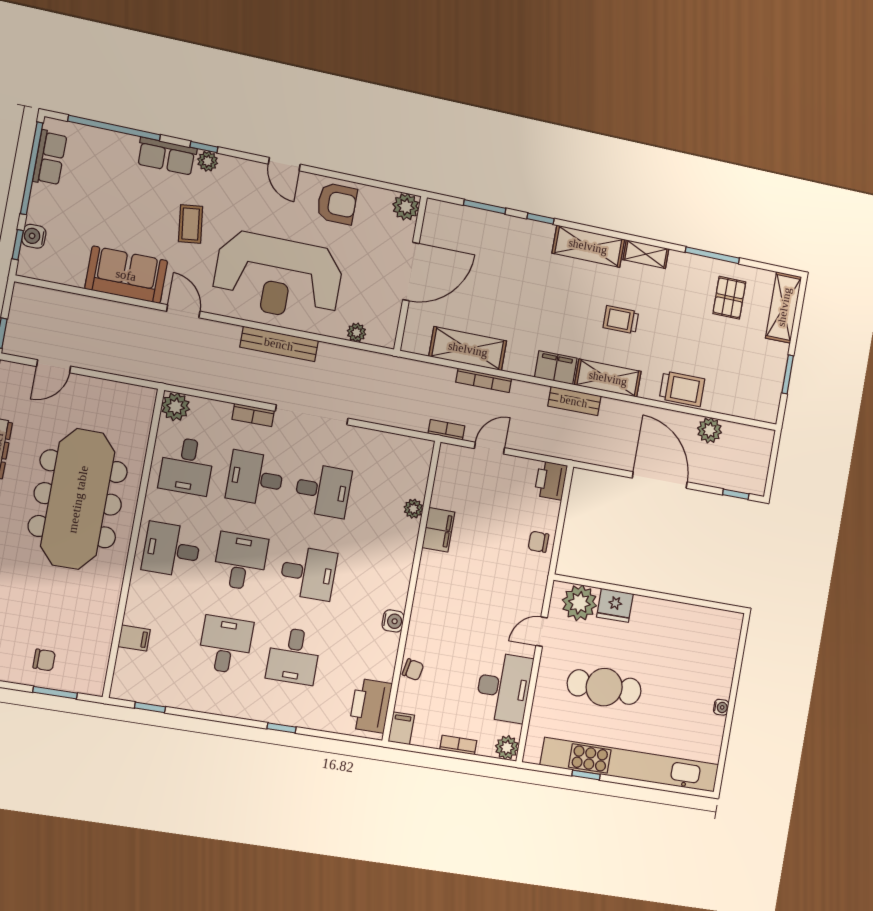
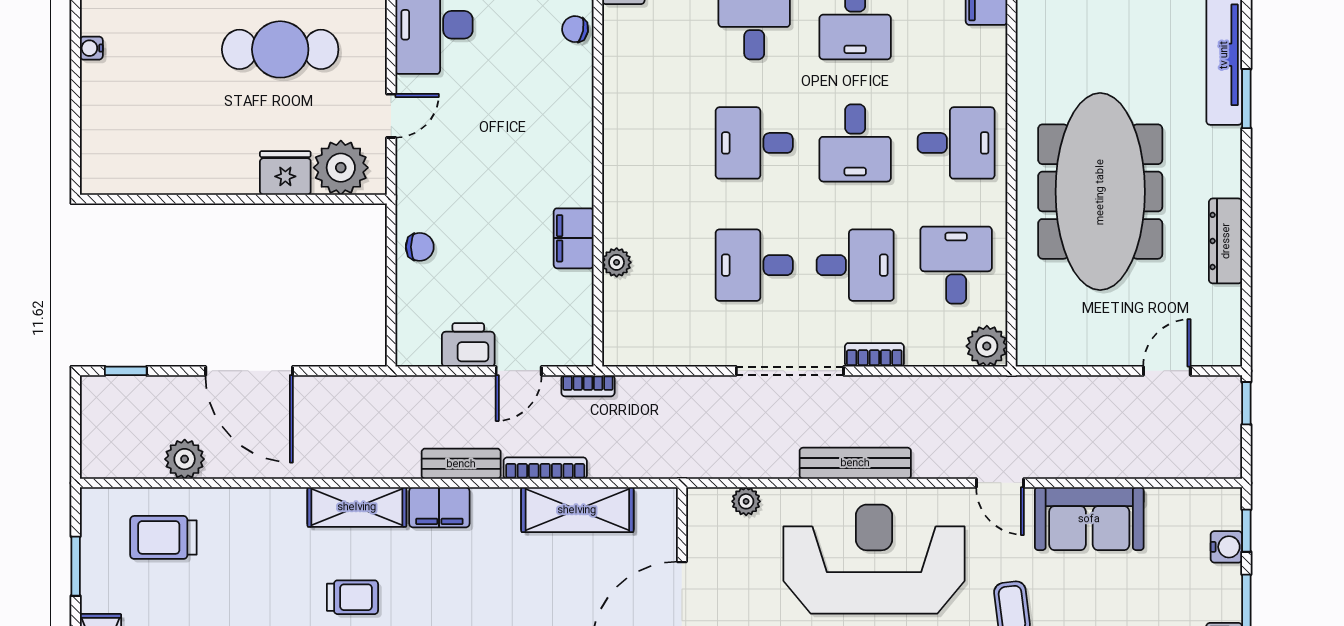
trolley: (682, 389) -> (163, 537), moved
bench: (574, 401) -> (461, 464), moved
printer: (551, 480) -> (468, 345), moved, turned -90
water cooler: (393, 621) -> (617, 95), removed

